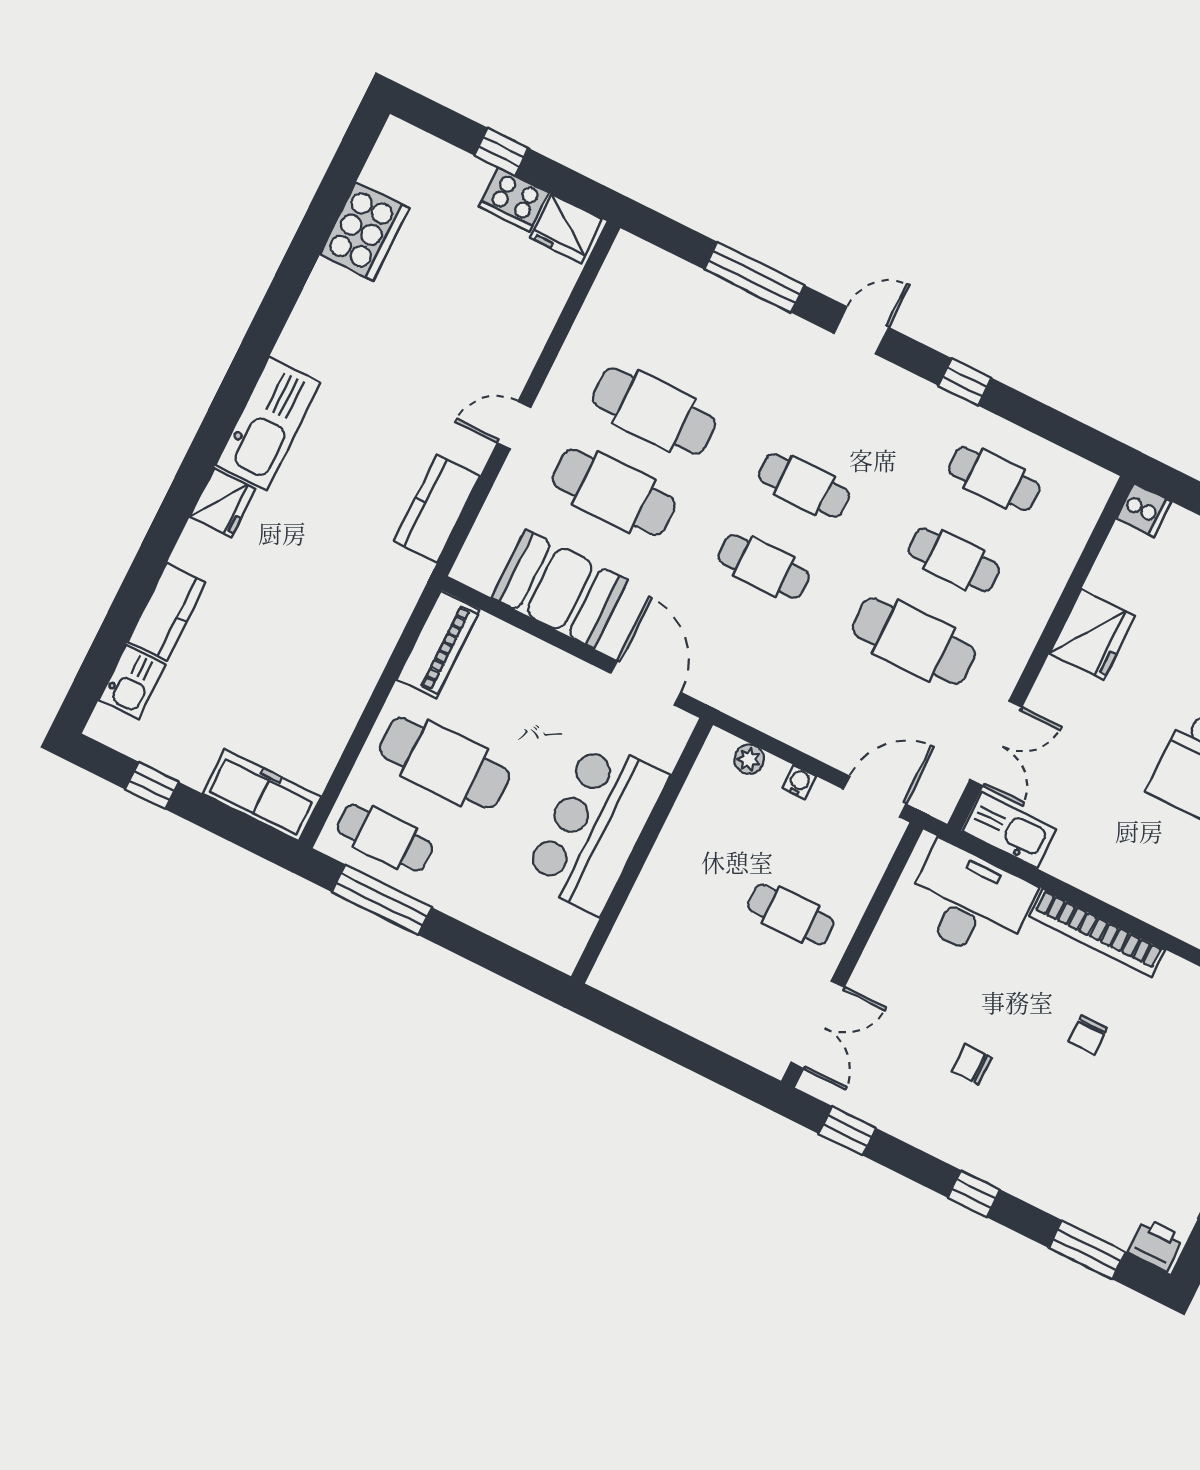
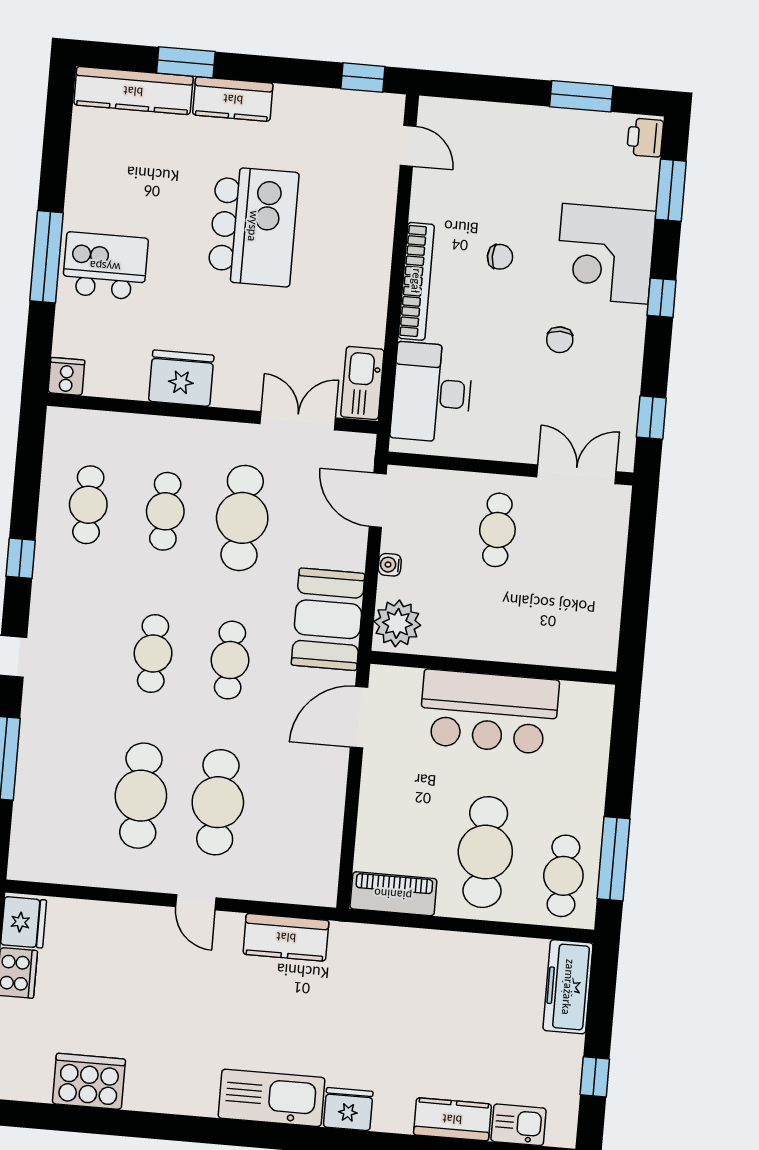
booth: (560, 589) -> (328, 619), moved
plant: (749, 759) -> (397, 623), width x1.88, depth x1.88
corner desk: (1046, 1151) -> (605, 254), added

